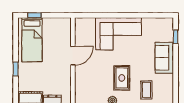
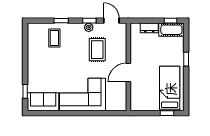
sofa: (164, 58) -> (43, 102), moved, turned -90
rug: (122, 78) -> (97, 50), moved

